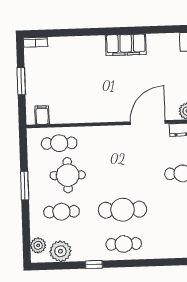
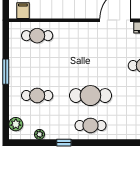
round table: (68, 175) -> (44, 64), removed
plant: (60, 251) -> (39, 134), width x0.53, depth x0.53

